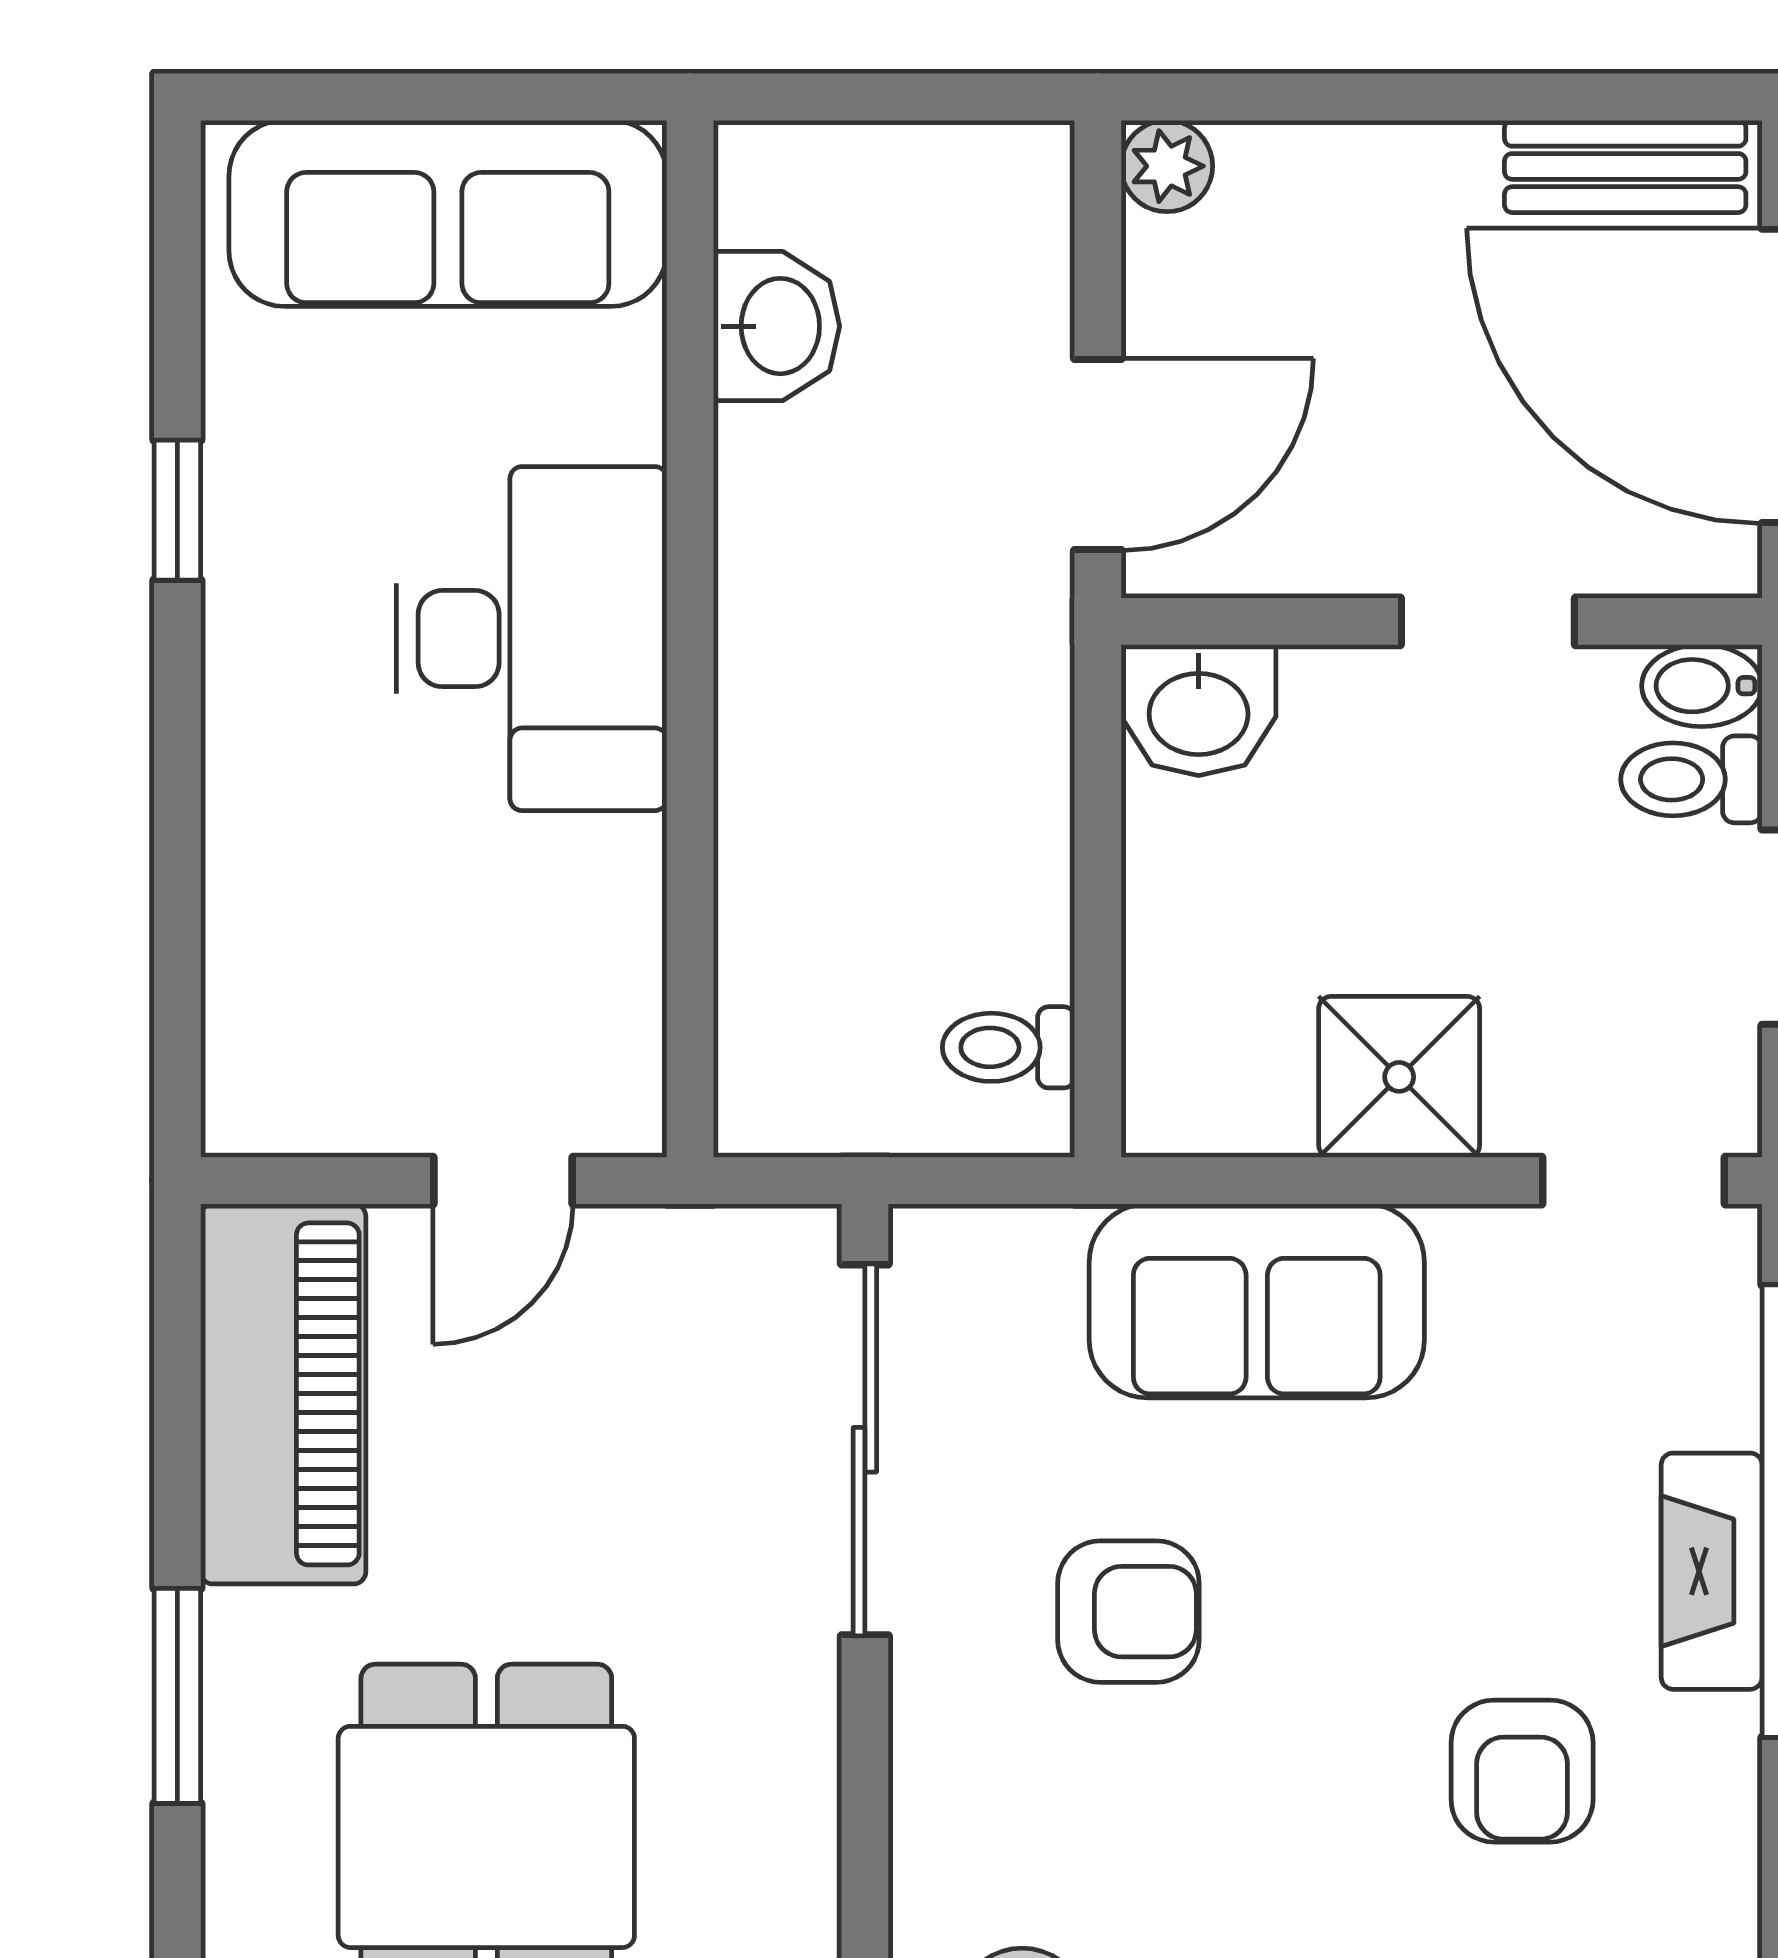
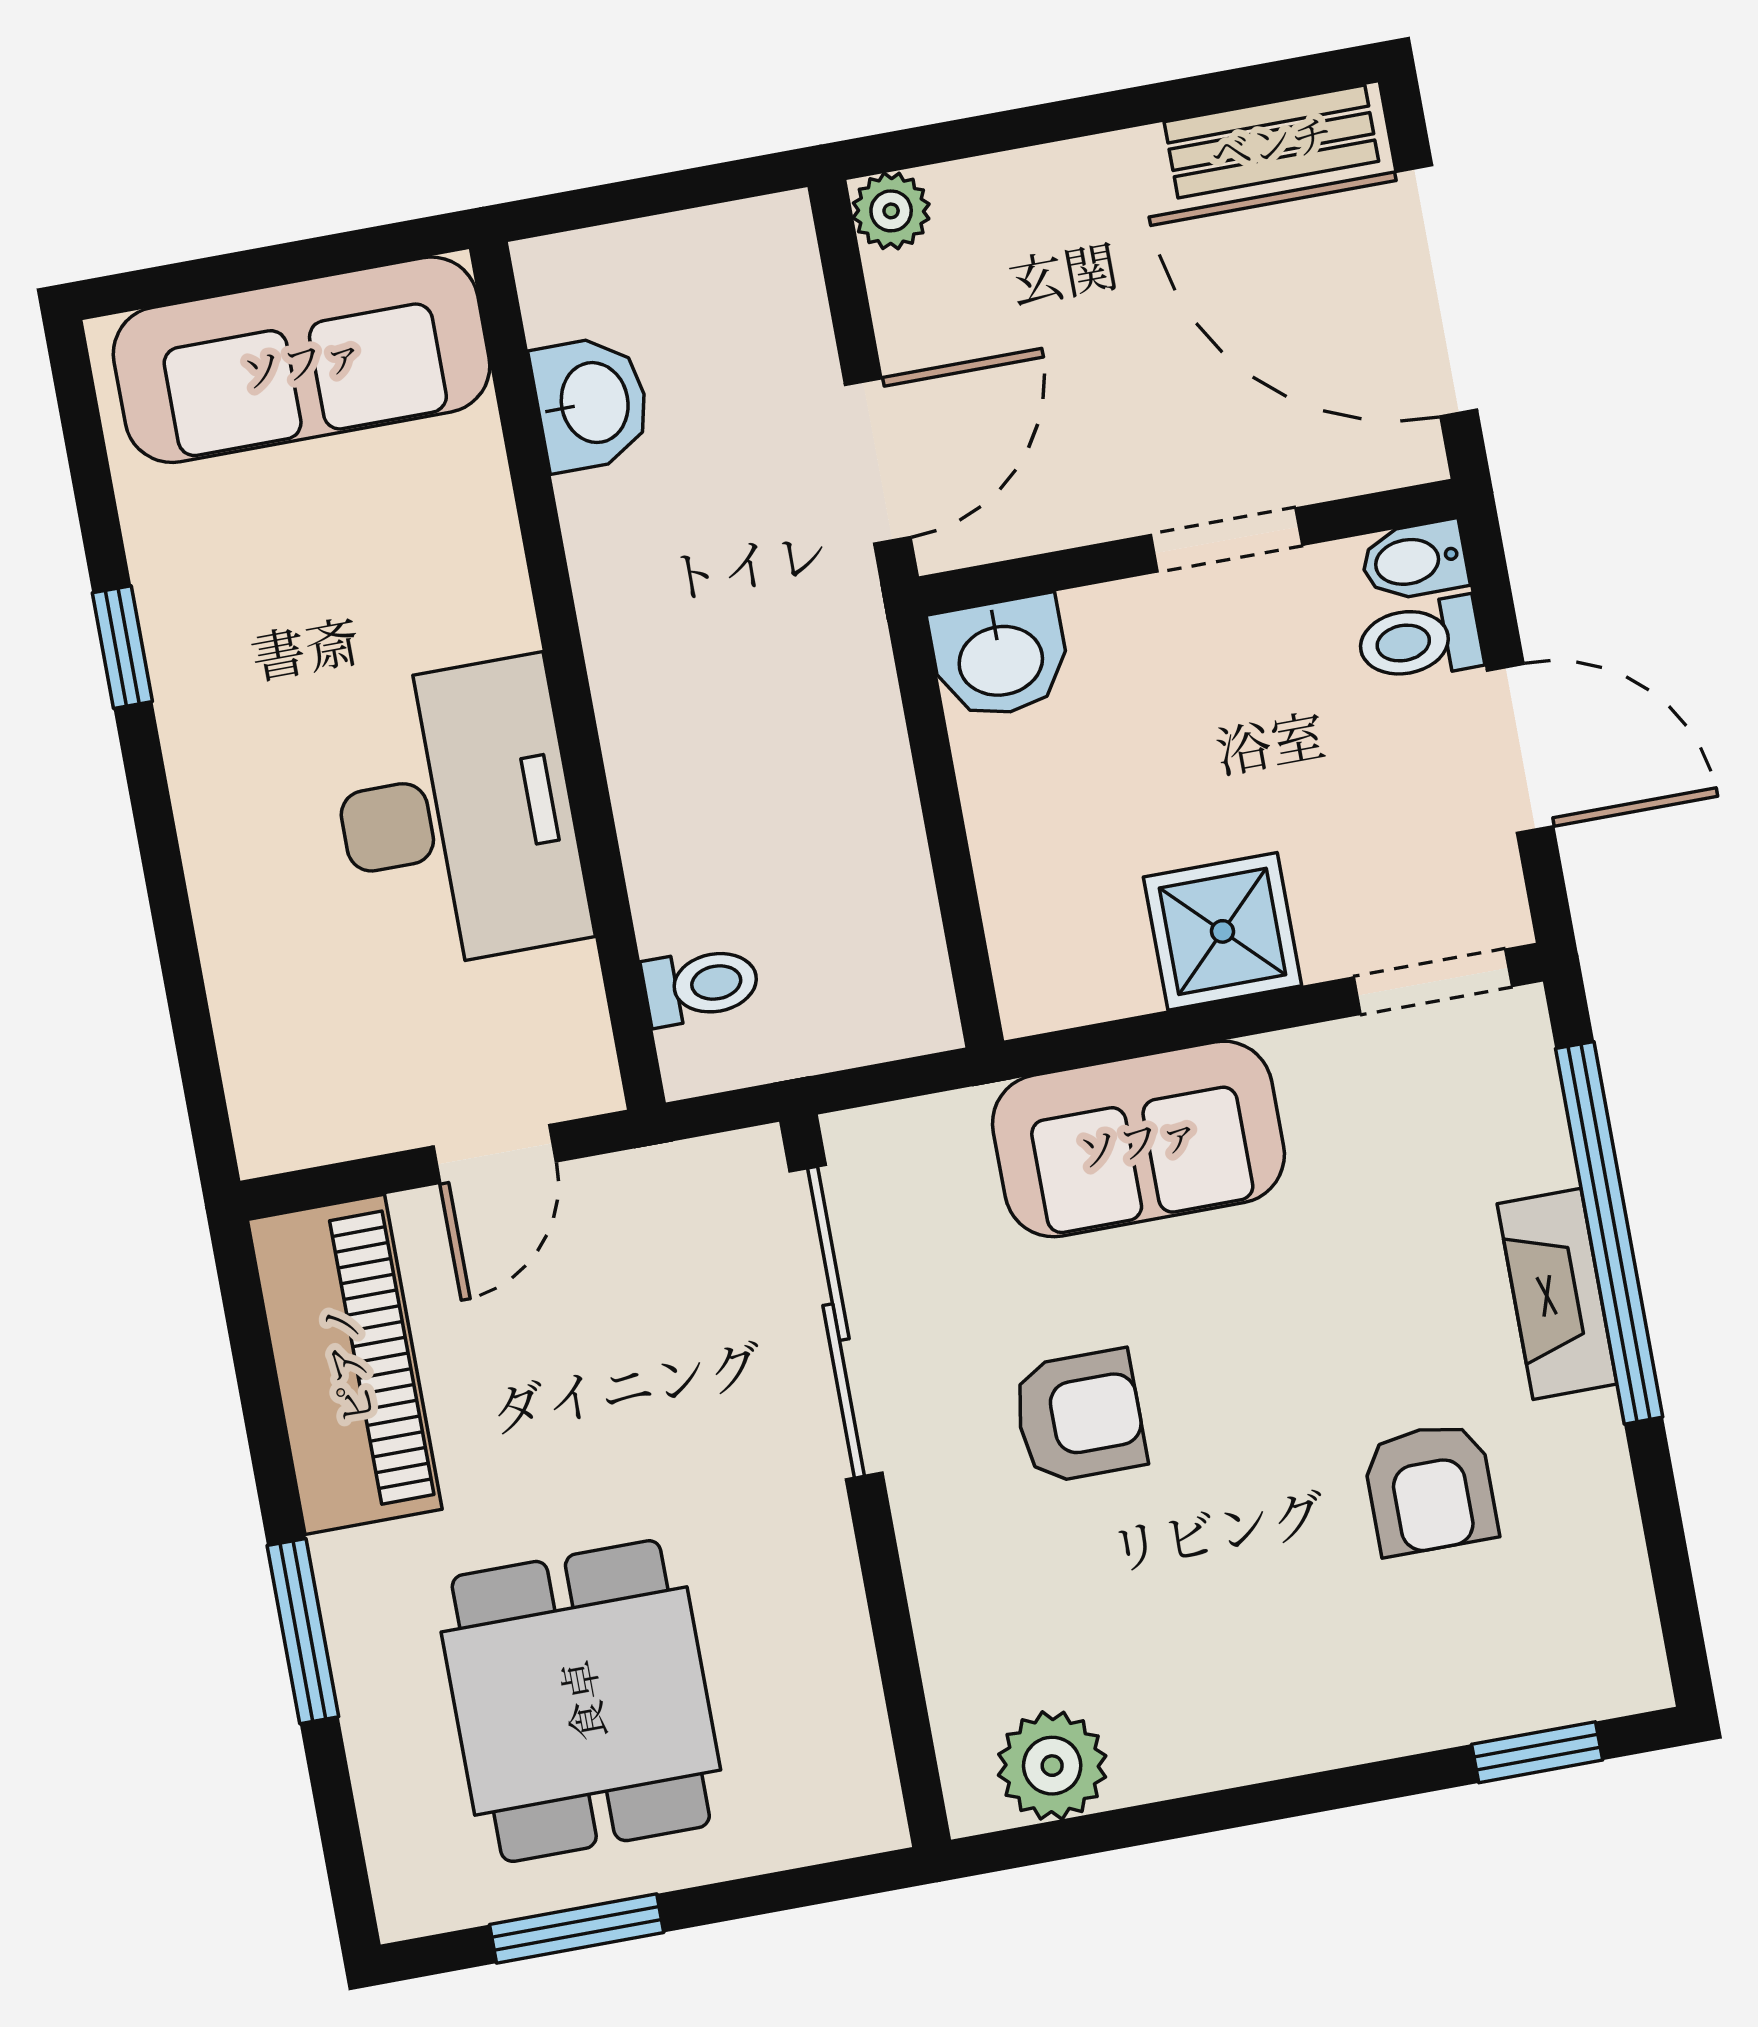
desk: (532, 639) -> (457, 815), moved
toilet: (1008, 1047) -> (701, 985), moved, turned 180

